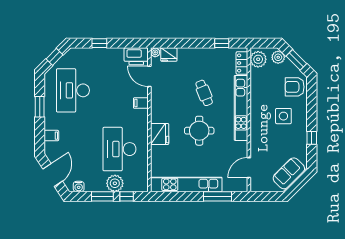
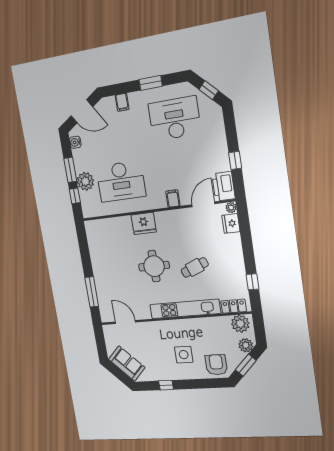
window: (99, 43) -> (235, 160), moved
desk: (119, 149) -> (121, 181), turned 180
kitchen unit: (186, 184) -> (98, 258), removed

